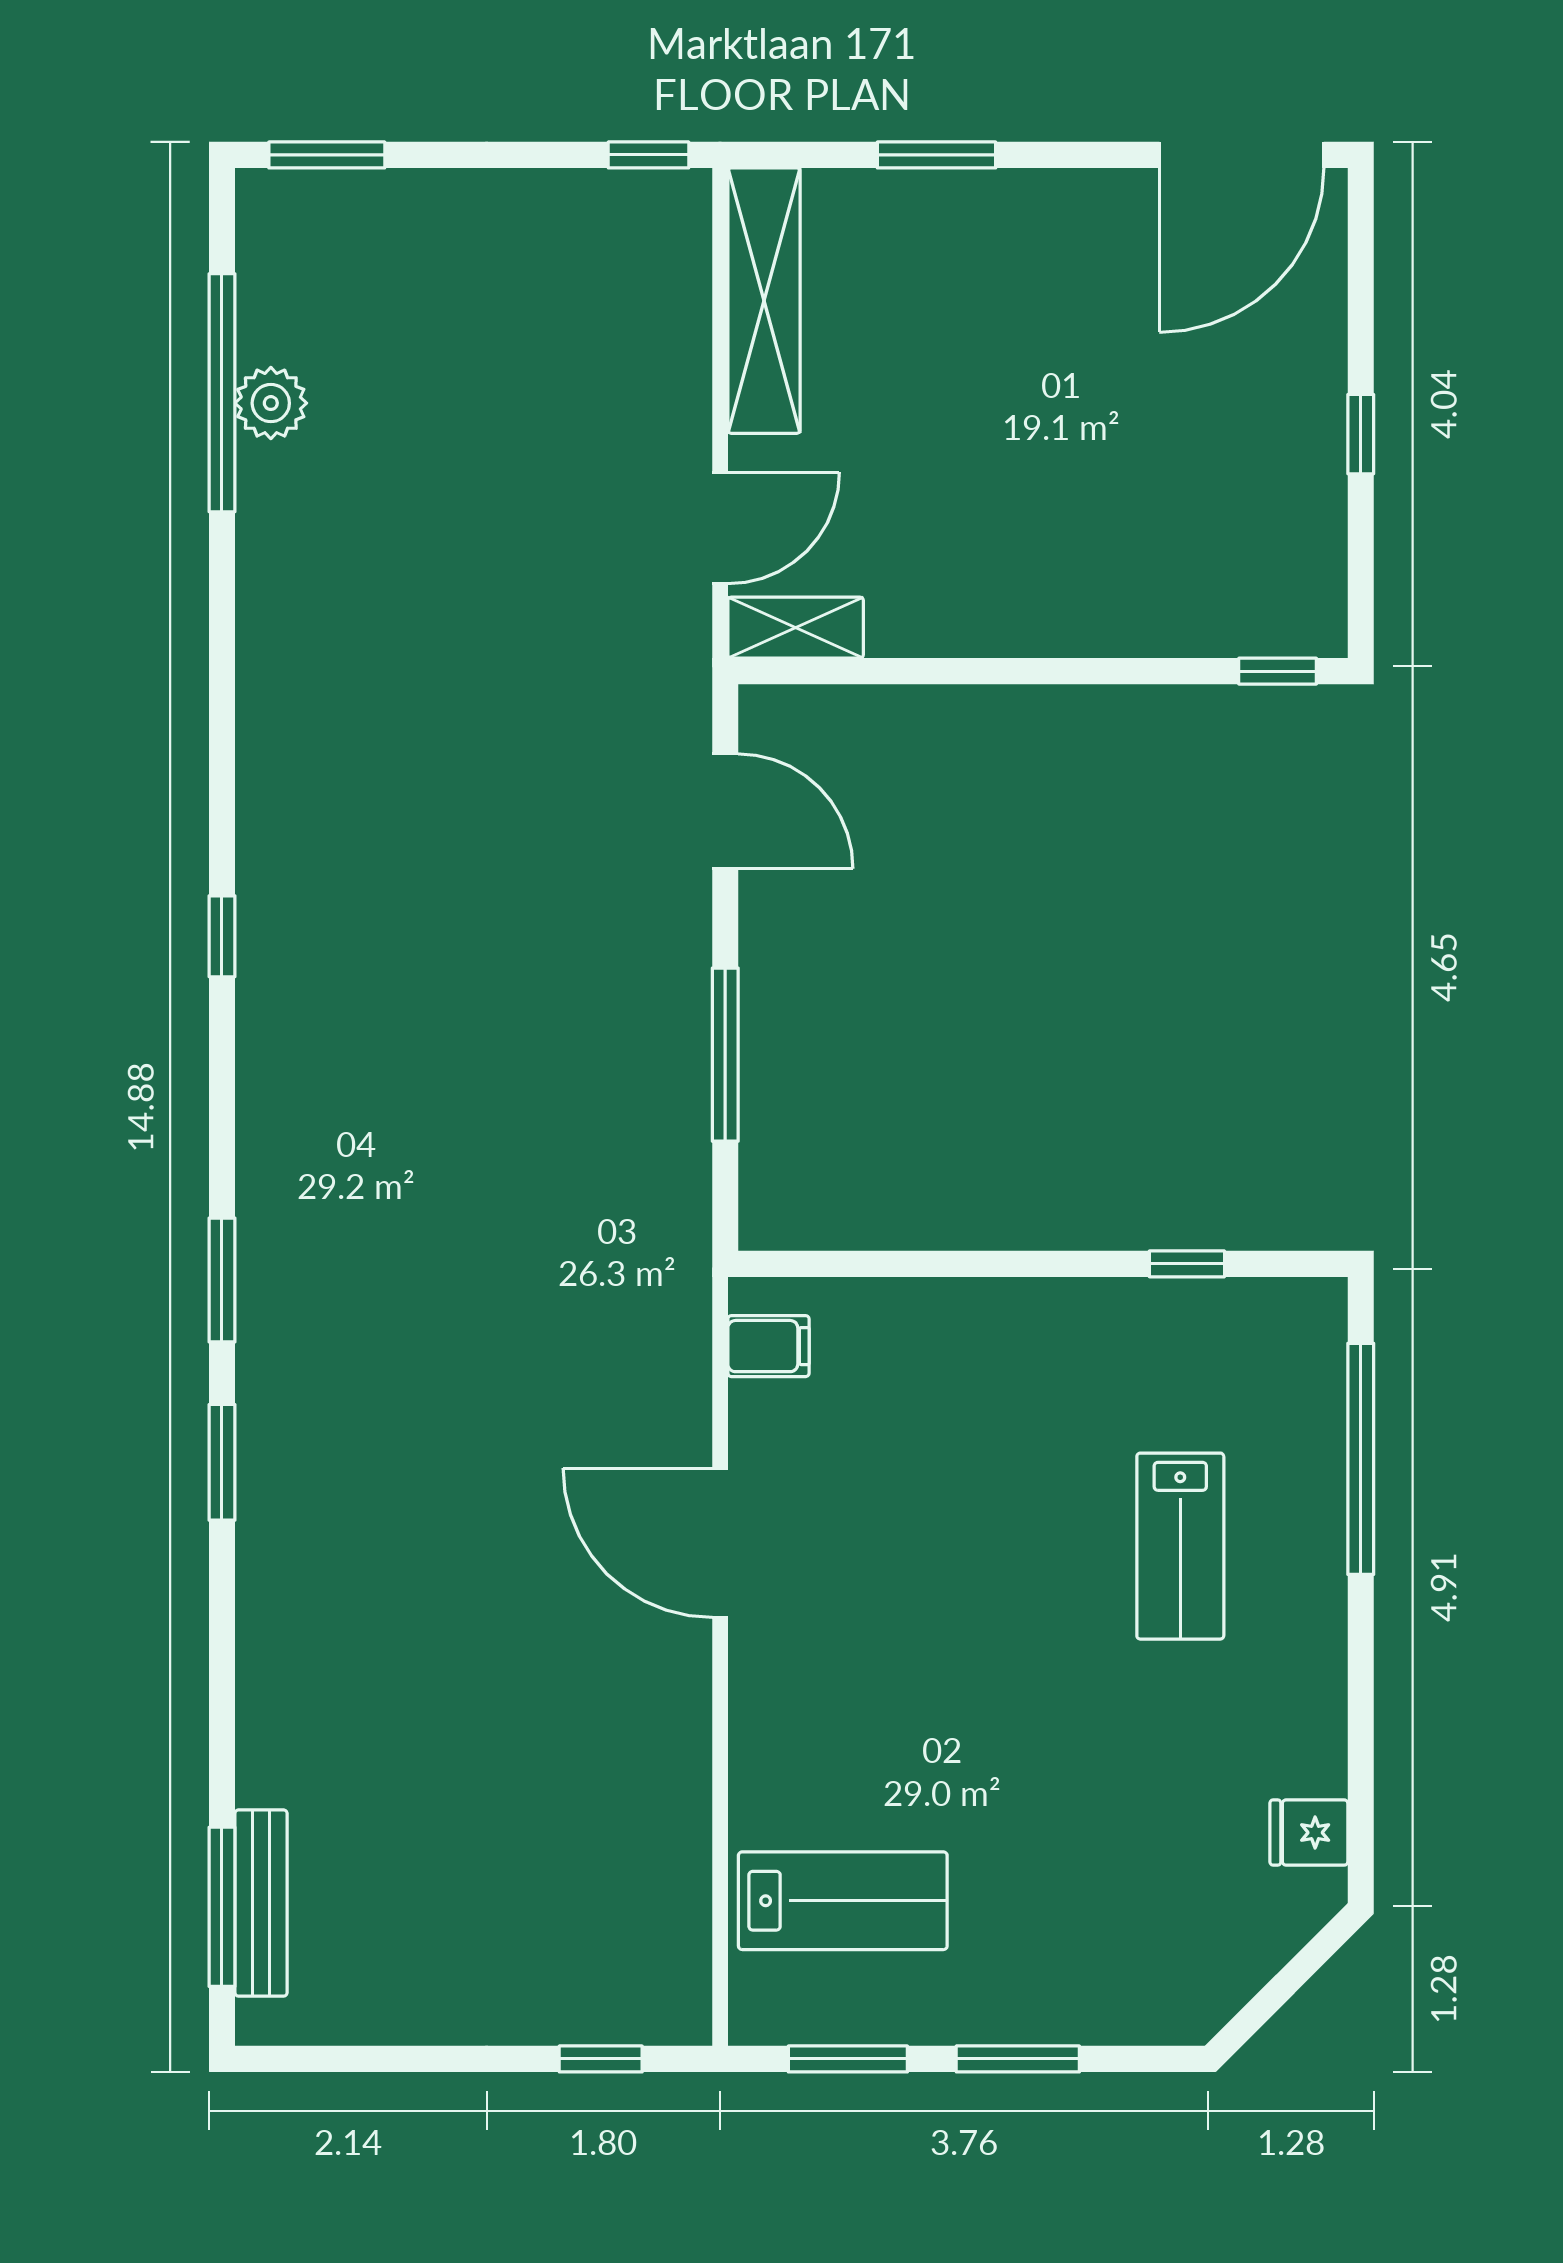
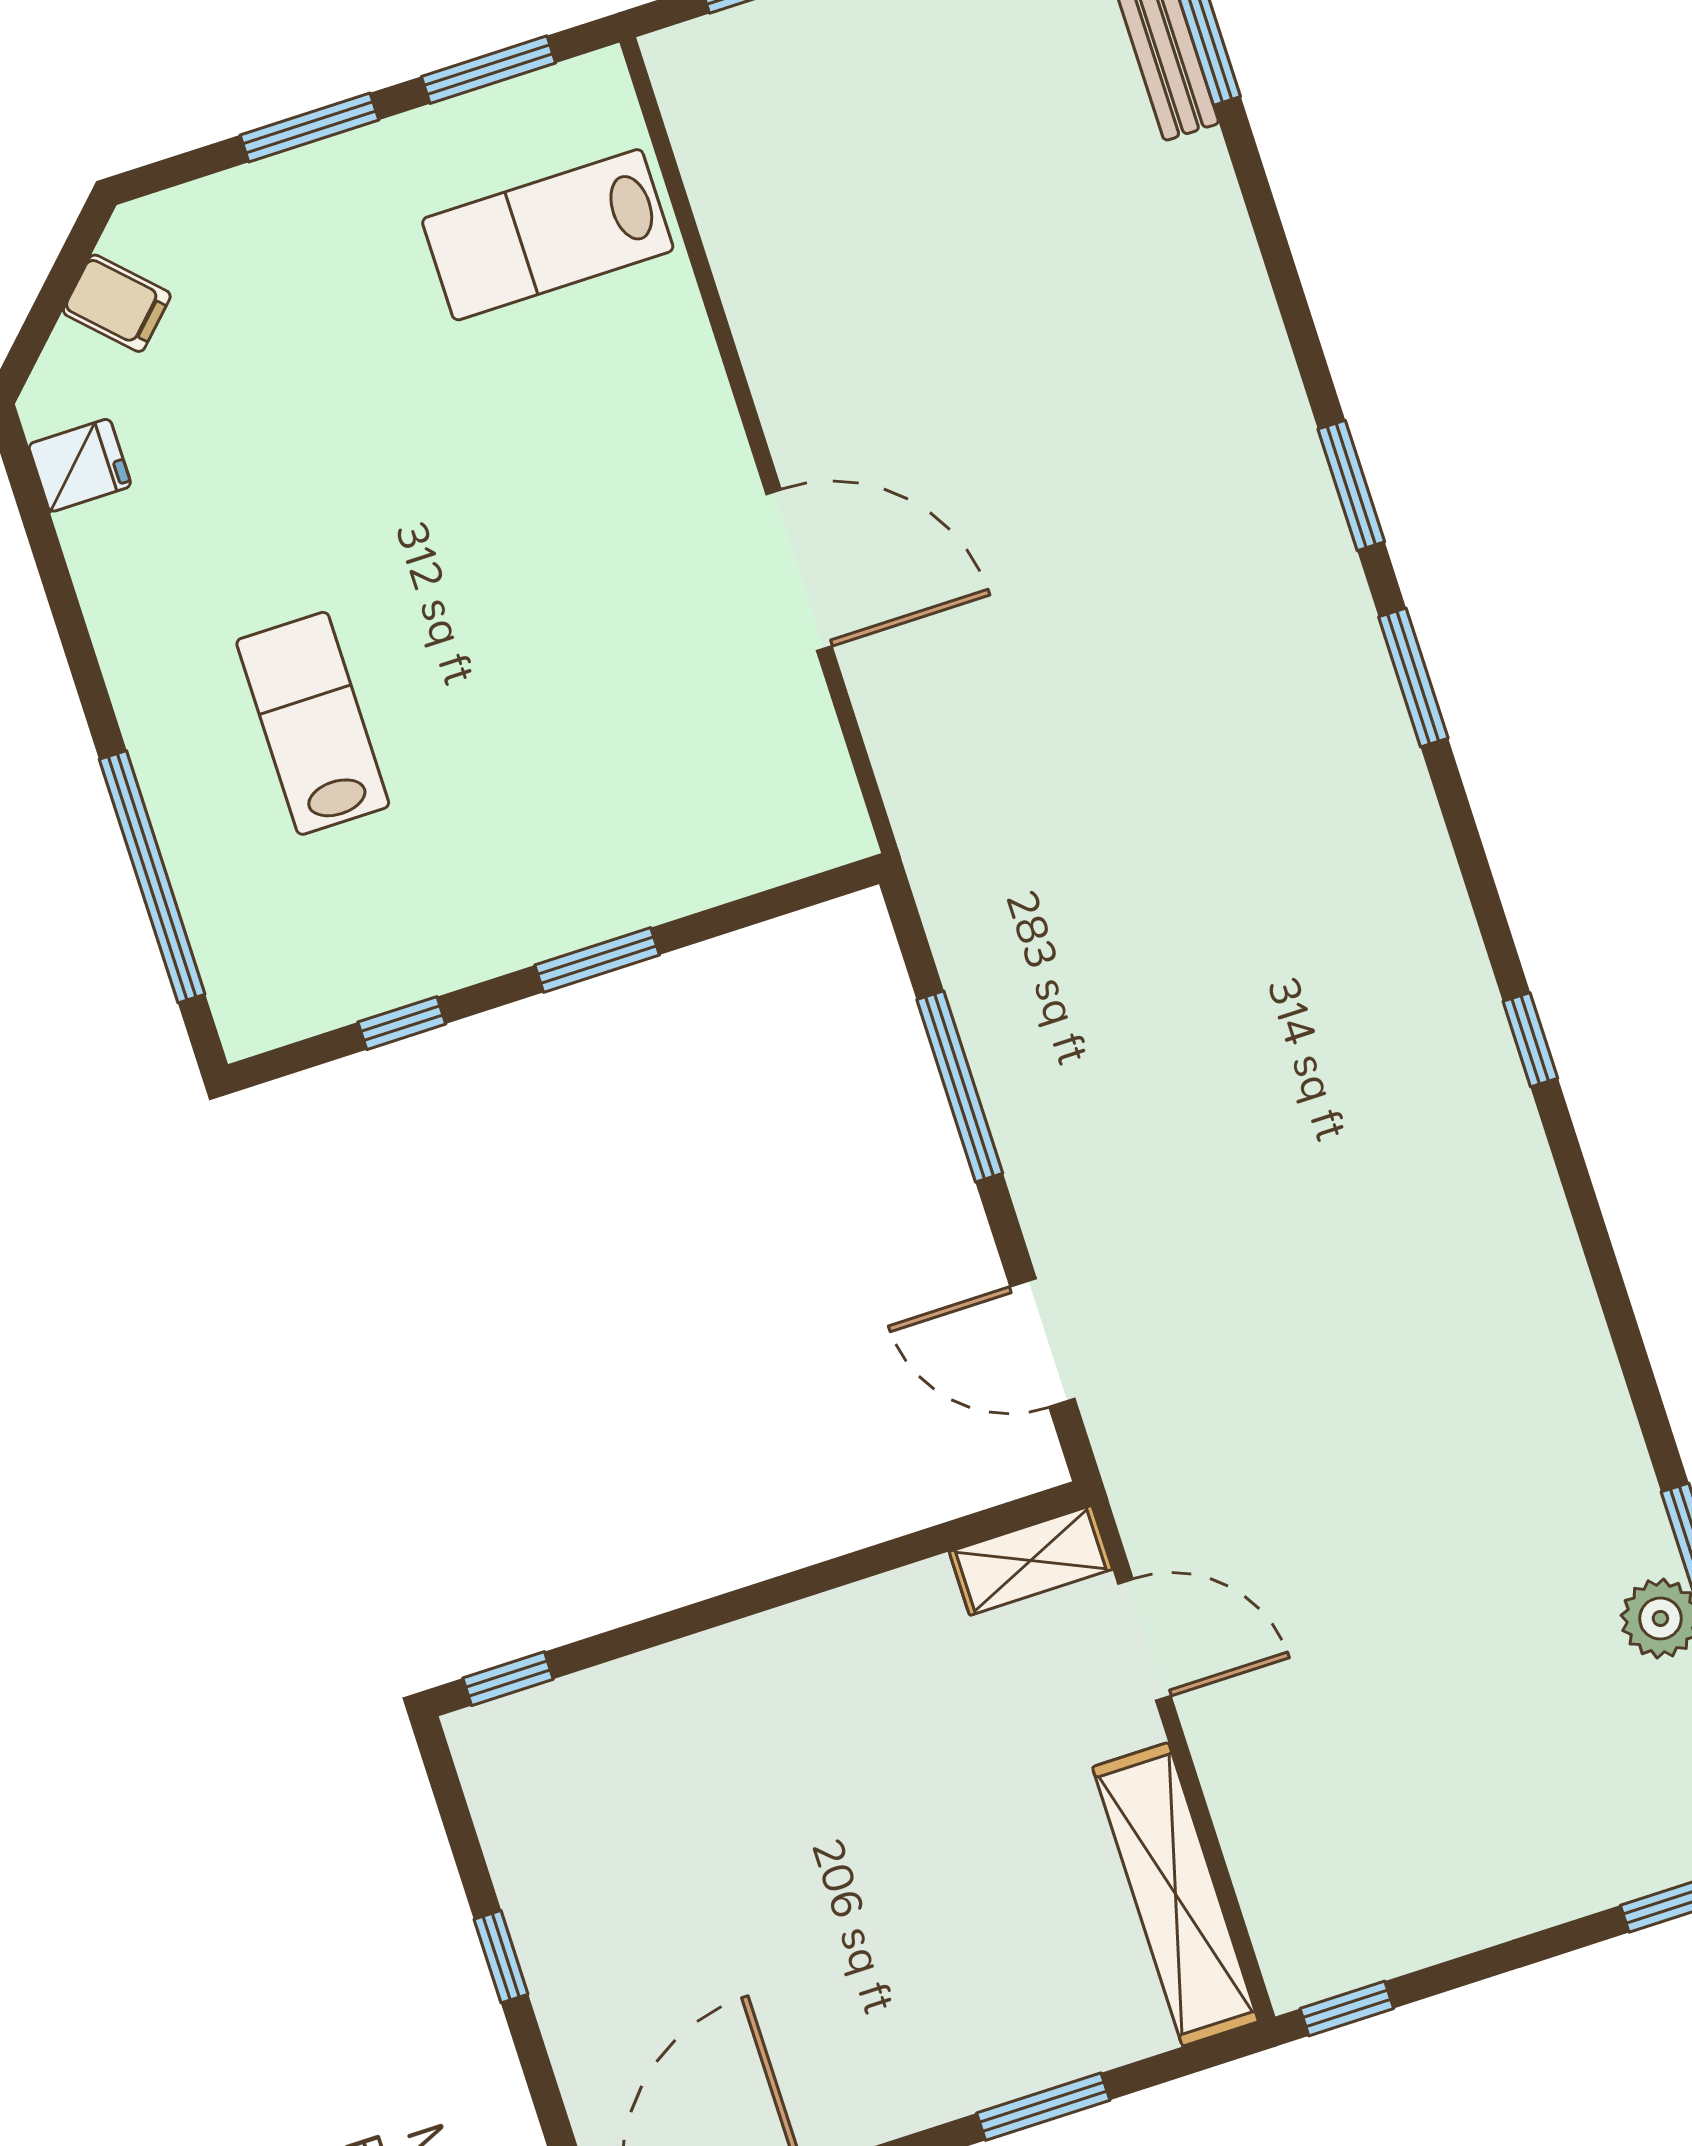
door: (720, 528) -> (1144, 1640), swing flipped
window: (1002, 1264) -> (597, 960), added
filing cabinet: (768, 1346) -> (117, 303), moved, turned -135

